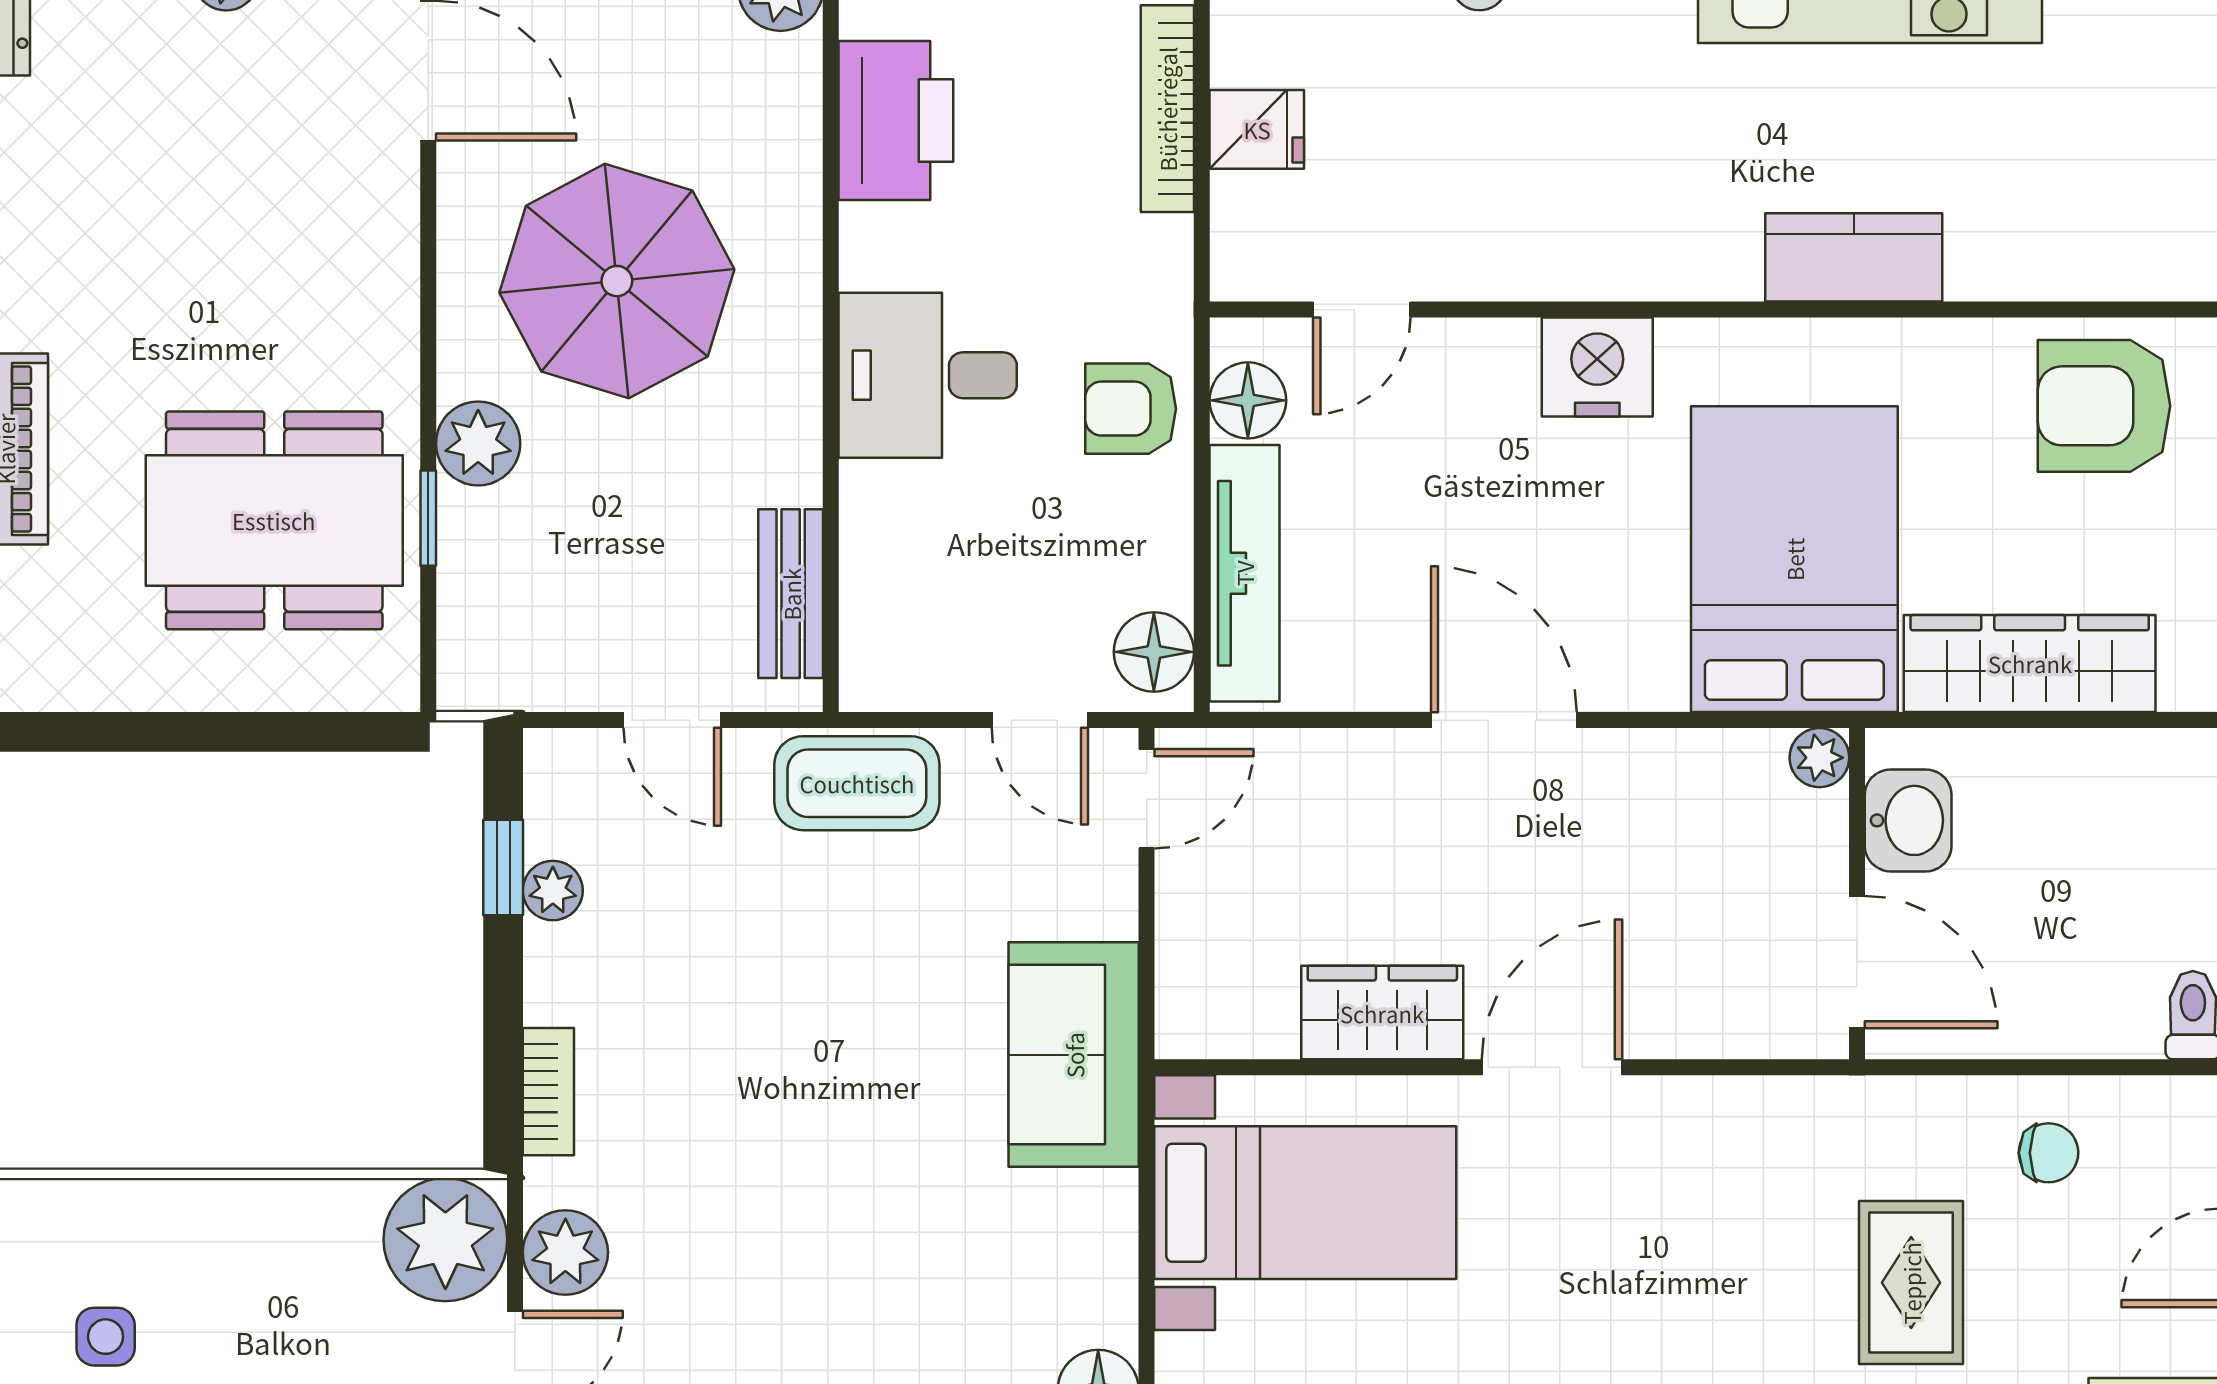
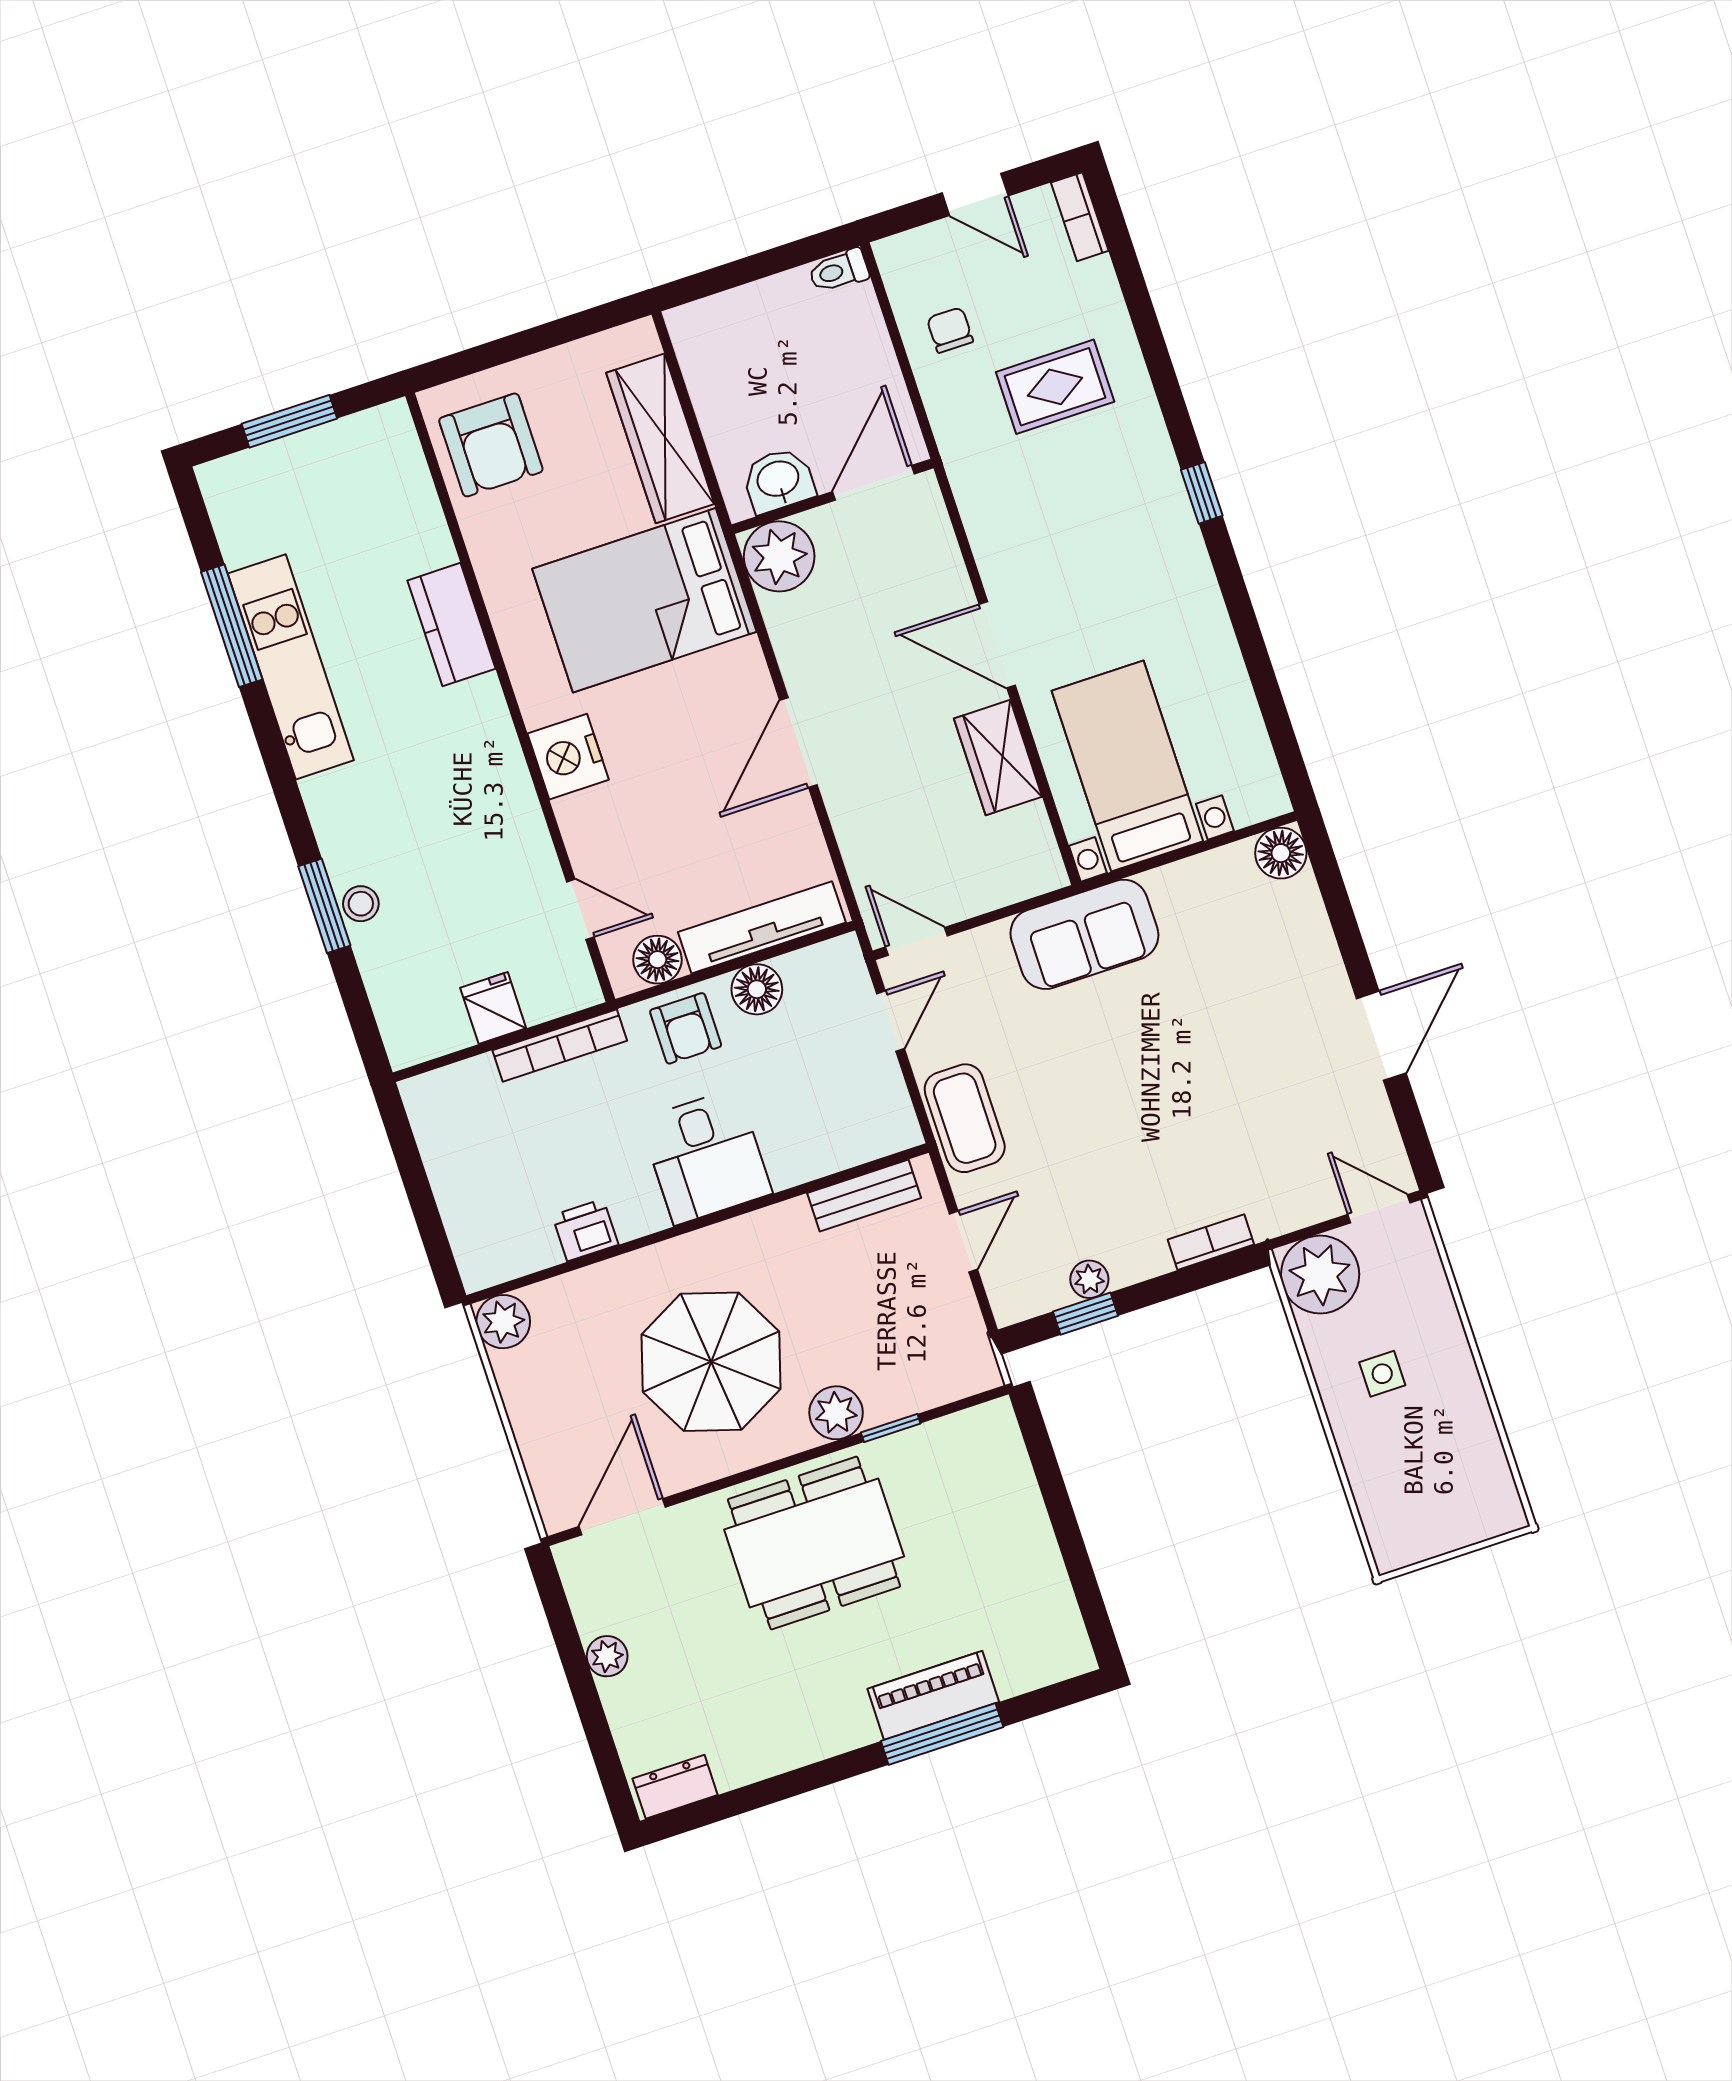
bookcase: (1167, 109) -> (560, 1045), moved
printer: (896, 120) -> (585, 1230), width x0.53, depth x0.68
dining table: (274, 520) -> (814, 1543), moved, turned 90
floor lamp: (1154, 652) -> (757, 989), moved
plant: (1819, 758) -> (779, 556), width x1.87, depth x1.87
plant: (565, 1252) -> (1304, 1200), removed
side table: (106, 1337) -> (1382, 1374), moved

